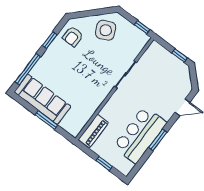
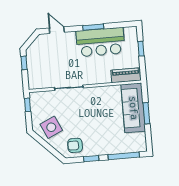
armchair: (73, 36) -> (75, 145), turned 180
sofa: (43, 99) -> (133, 108), moved

